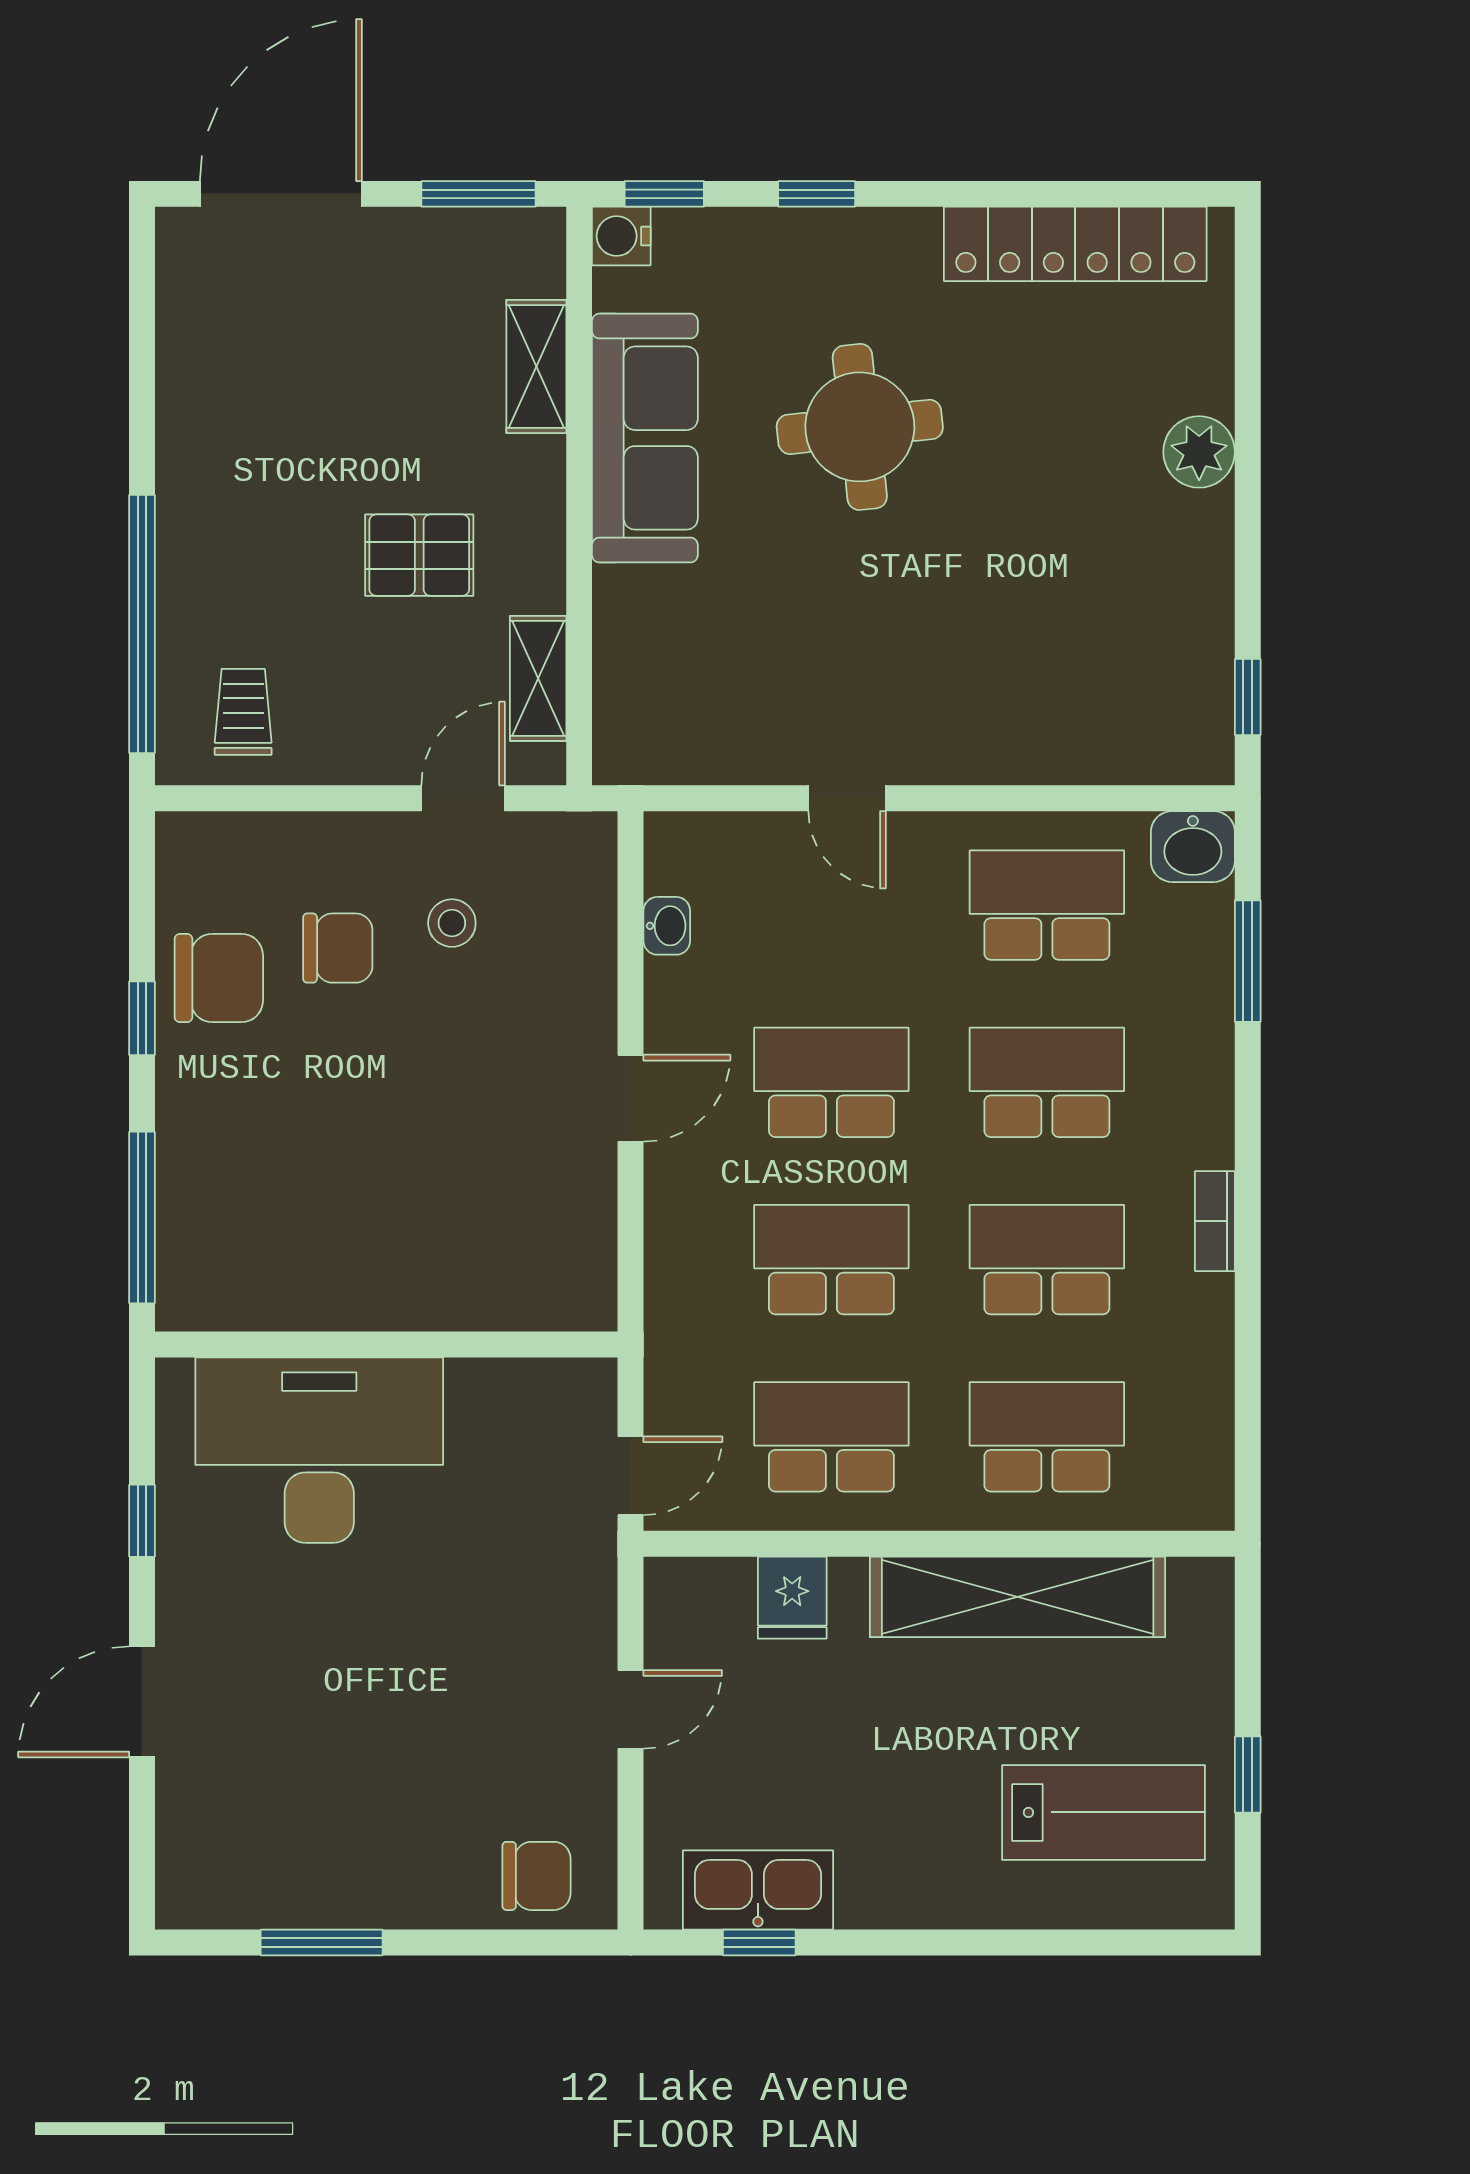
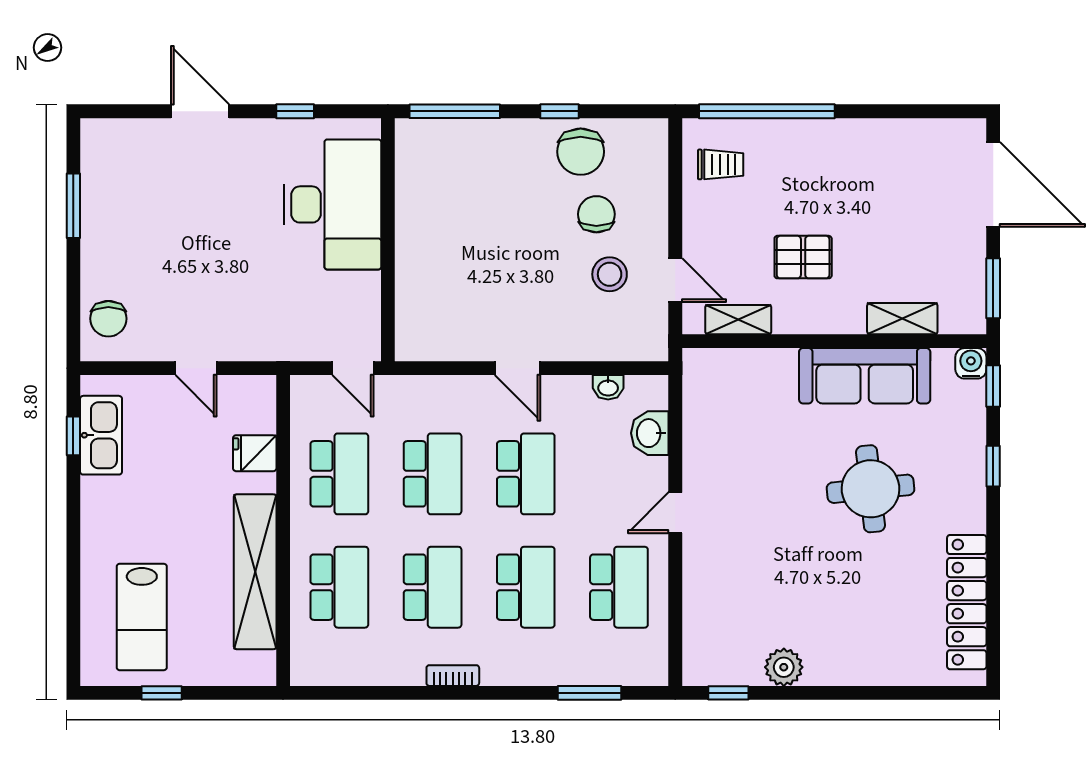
plant: (1199, 452) -> (784, 667), moved
pallet: (419, 555) -> (803, 257), turned 90
door: (847, 798) -> (675, 513), moved
washbasin: (1193, 847) -> (650, 433), moved
stool: (452, 923) -> (610, 274), width x1.37, depth x1.37
chair: (338, 948) -> (596, 214), turned 180
door: (631, 1476) -> (353, 368), moved

